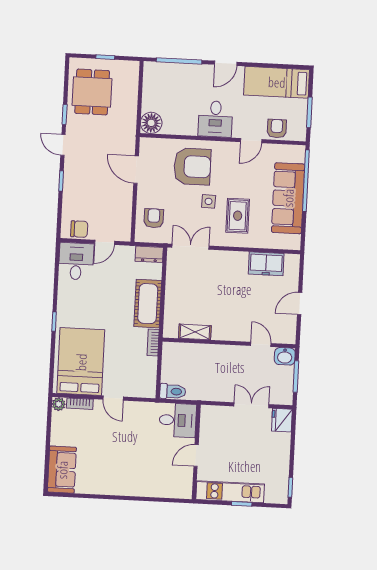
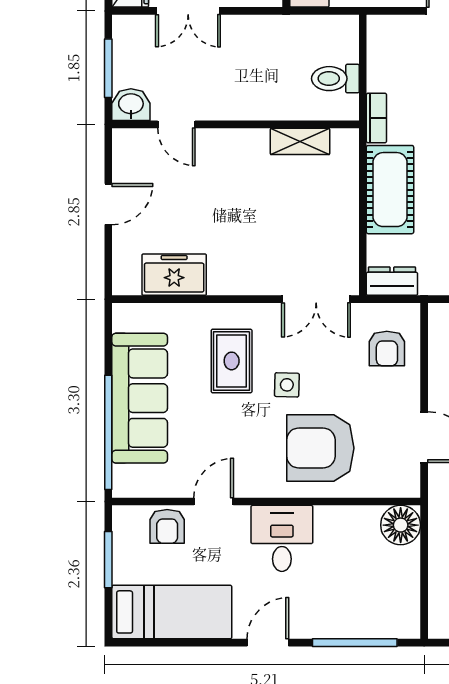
toilet: (173, 391) -> (335, 79), moved

